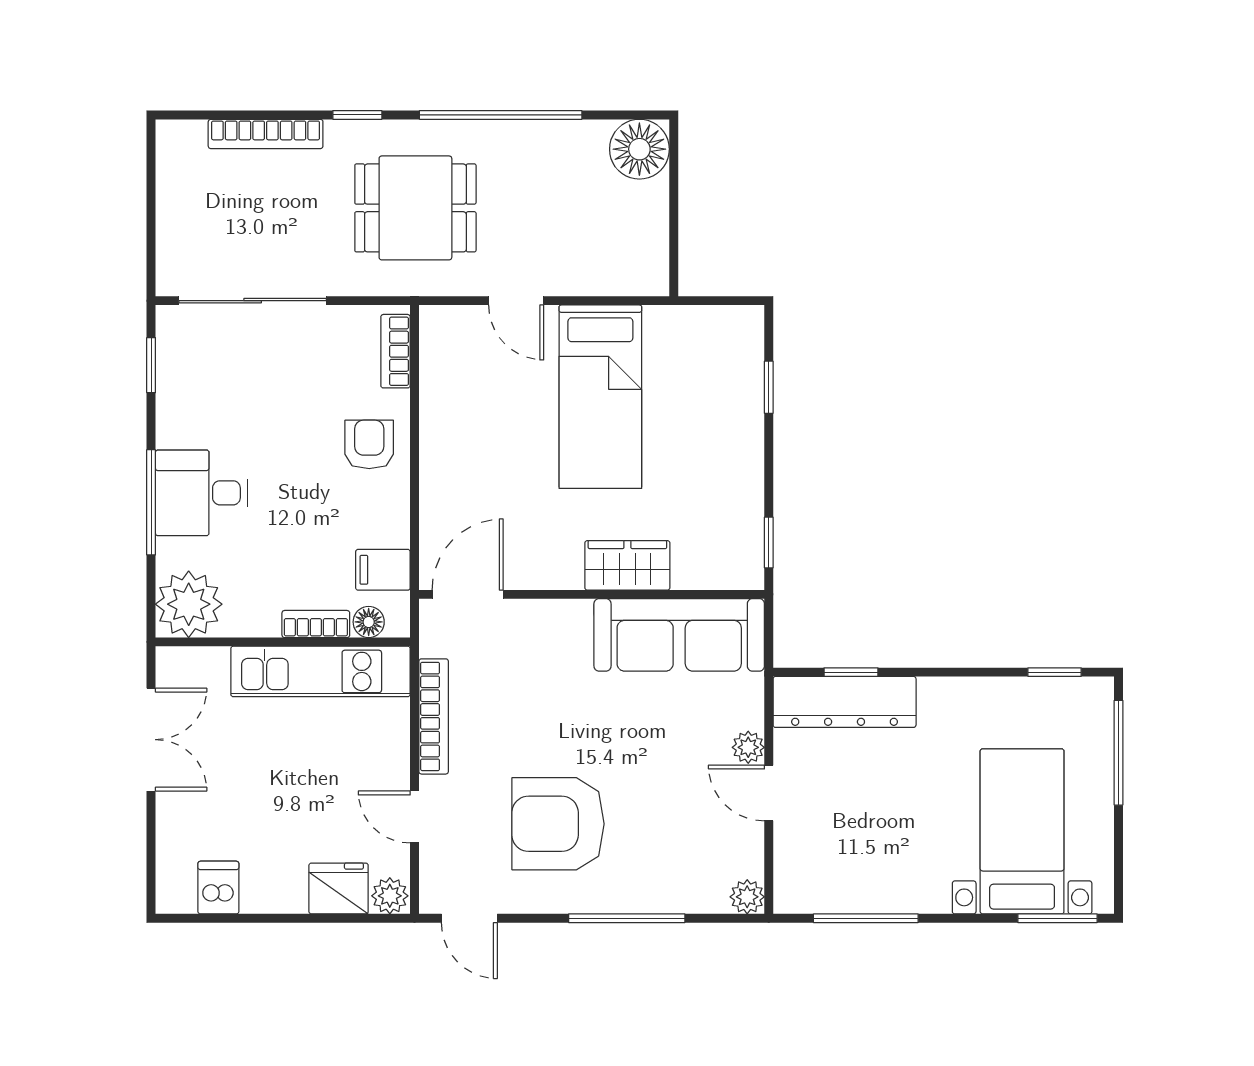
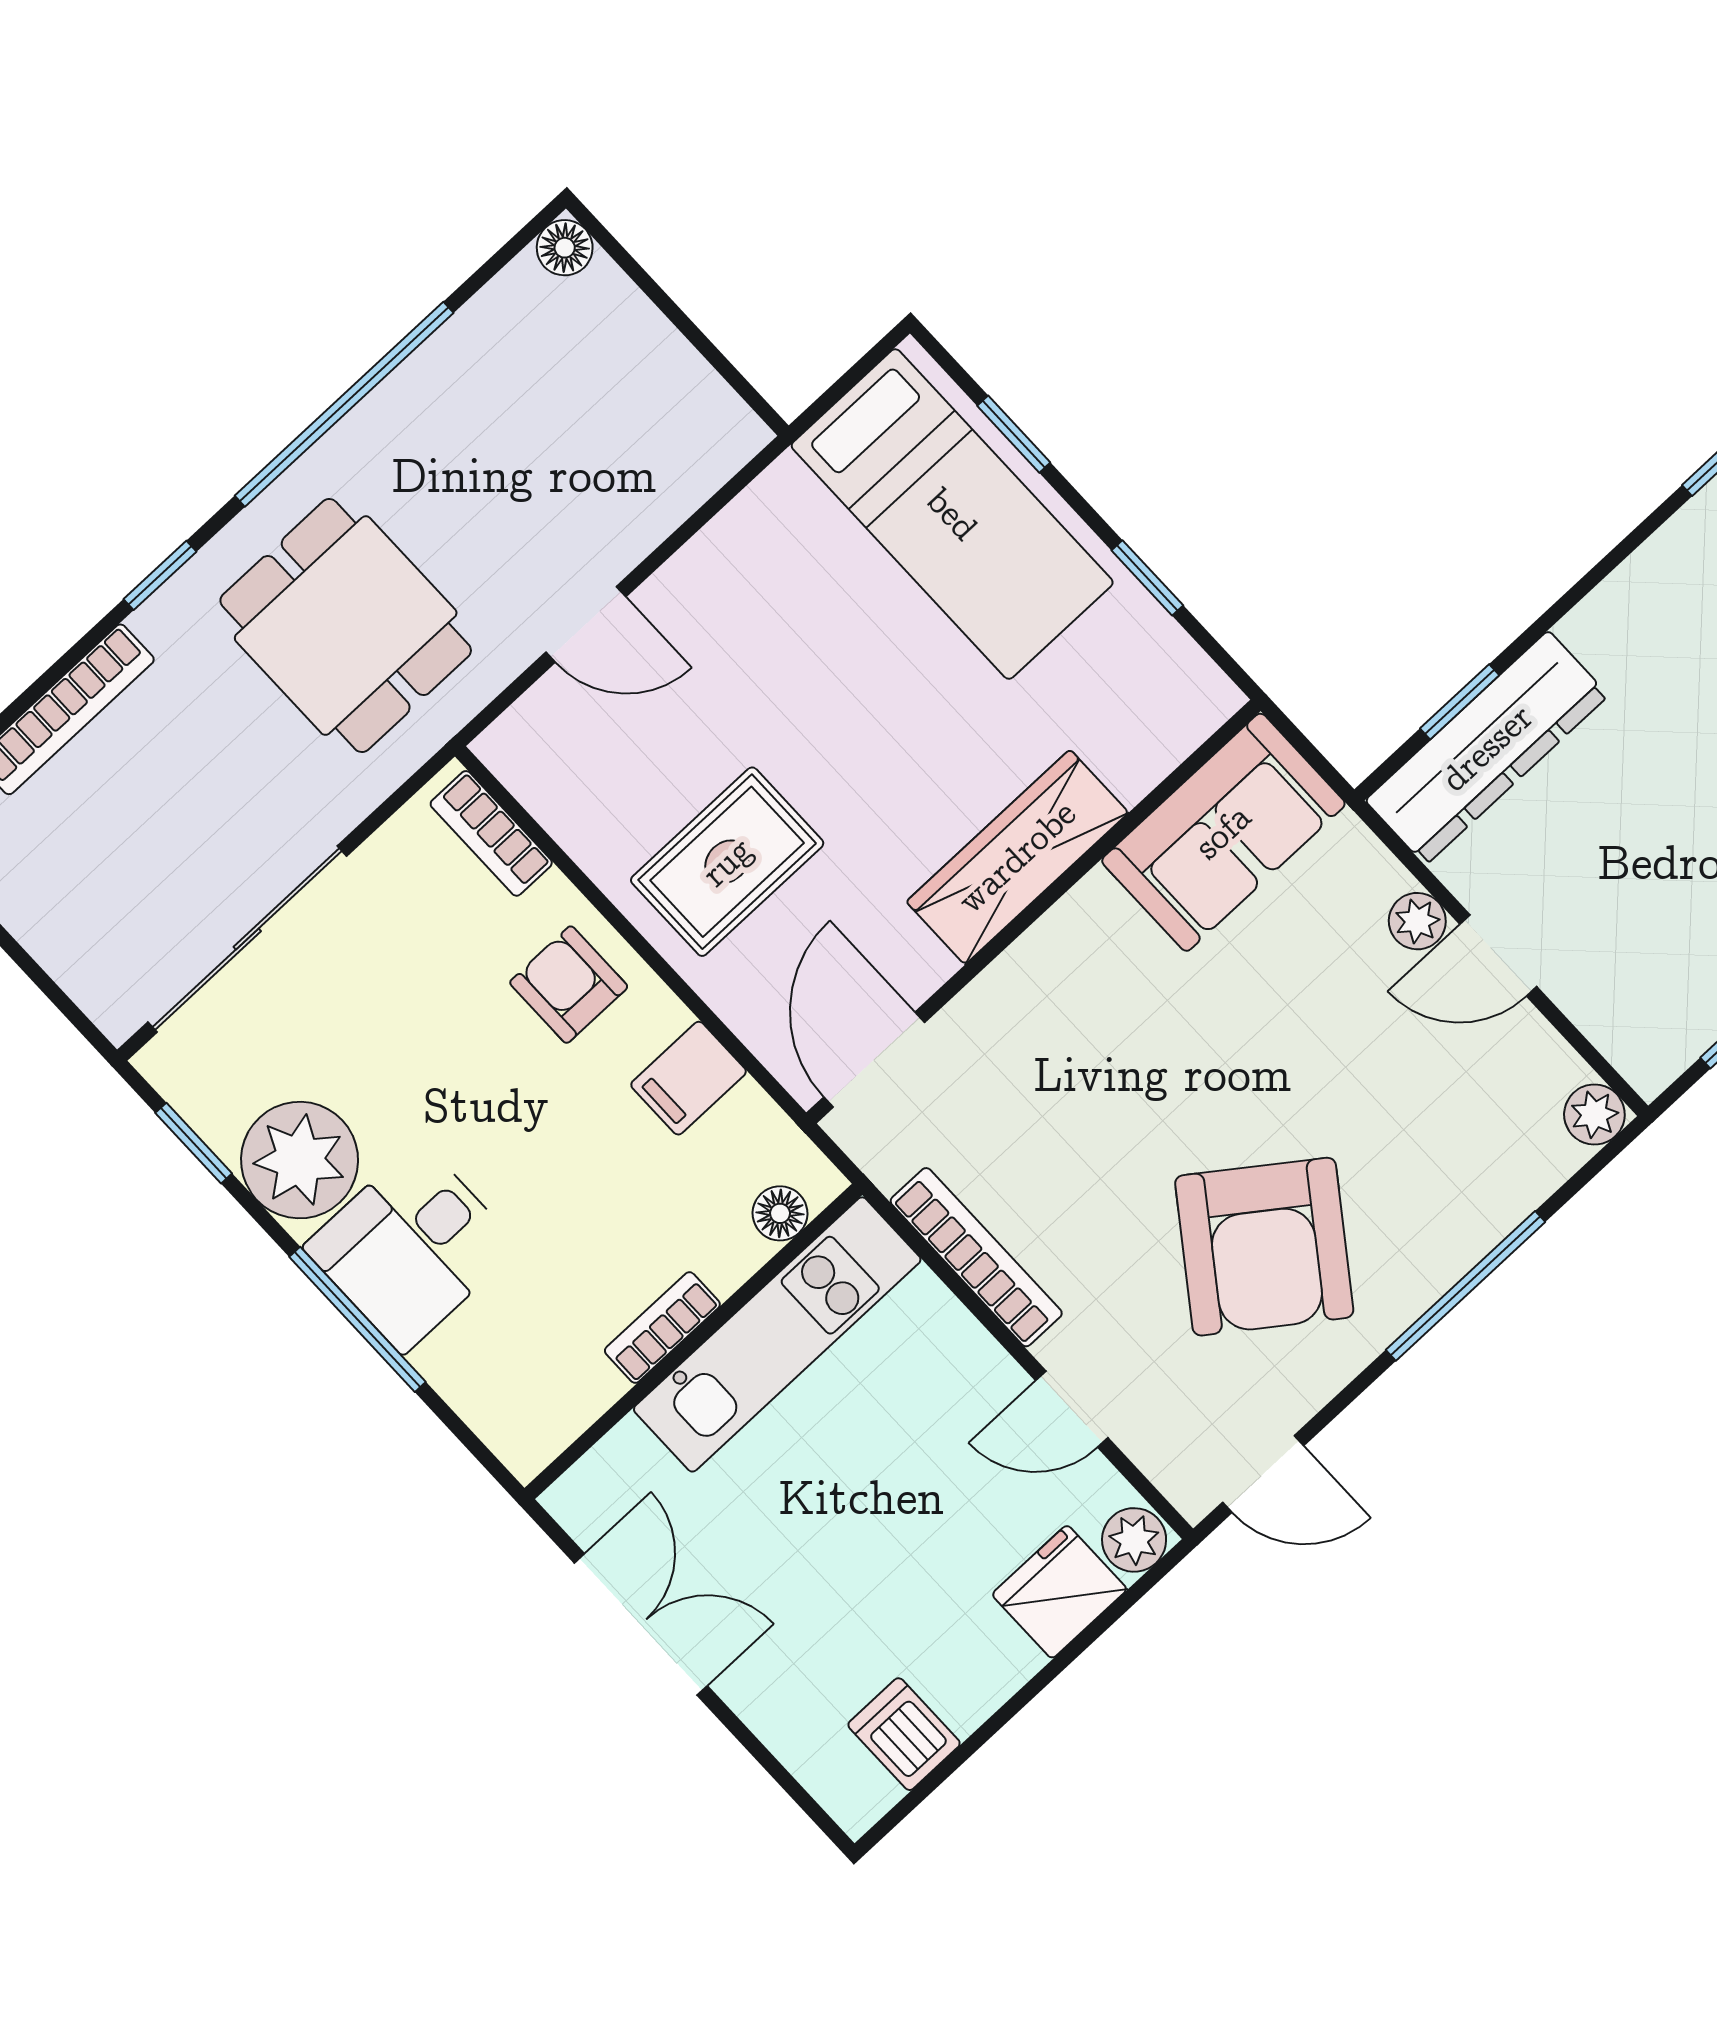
floor lamp: (639, 149) -> (565, 248), width x0.53, depth x0.53
dining table: (415, 208) -> (346, 626), turned 90
bed: (600, 397) -> (952, 514), moved
rug: (483, 455) -> (727, 862), added
window: (769, 542) -> (1147, 578), moved
wardrobe: (627, 565) -> (1017, 857), width x1.50
filing cabinet: (383, 570) -> (689, 1078), moved
plant: (189, 604) -> (300, 1160), moved
bookcase: (316, 624) -> (662, 1328), moved
sofa: (679, 635) -> (1223, 832), width x0.73
armchair: (558, 824) -> (1264, 1247), turned -54

